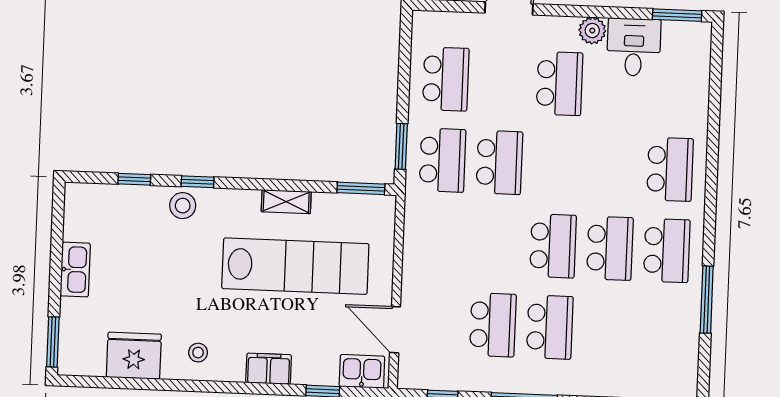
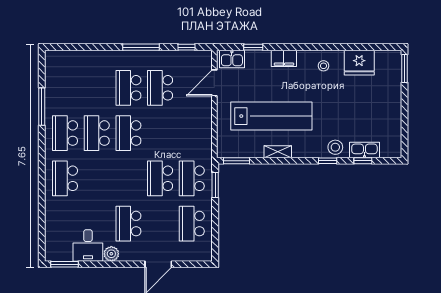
lab bench: (295, 266) -> (271, 116), turned 180
kitchen sink: (75, 270) -> (364, 150), moved, turned 90
door: (395, 330) -> (214, 83), swing flipped

